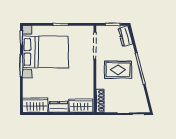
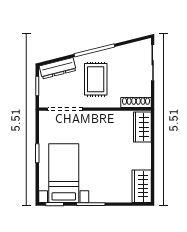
dresser: (125, 36) -> (58, 68), width x1.44
bed with nightstands: (45, 52) -> (64, 173), width x0.73
dresser: (59, 107) -> (144, 156), removed

